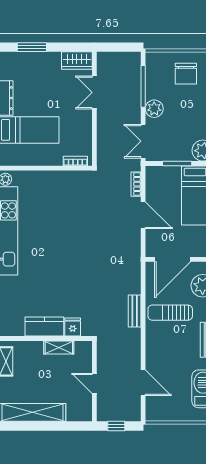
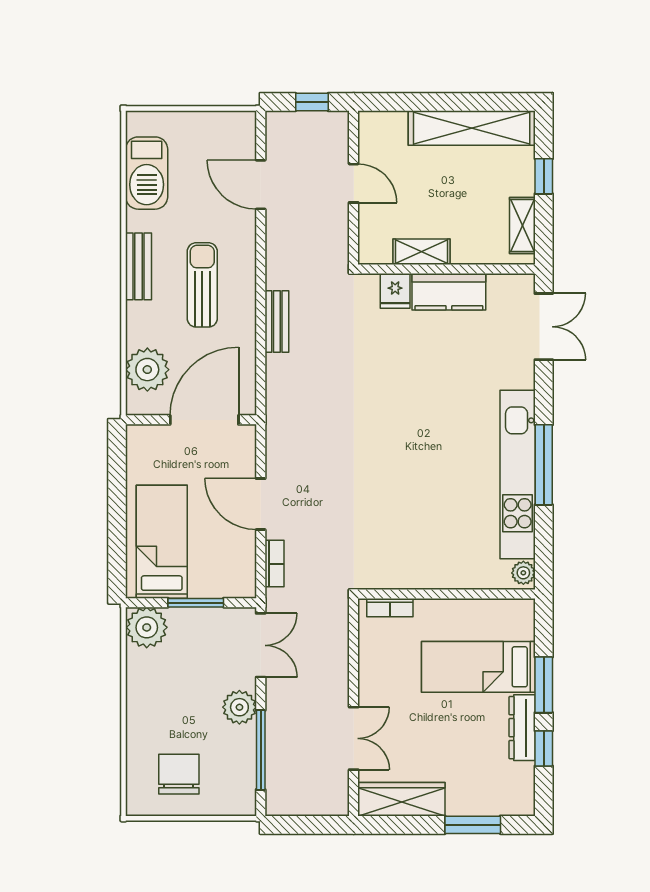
wardrobe: (77, 60) -> (401, 799), width x1.50
sun lounger: (170, 313) -> (202, 285), moved, turned -90

